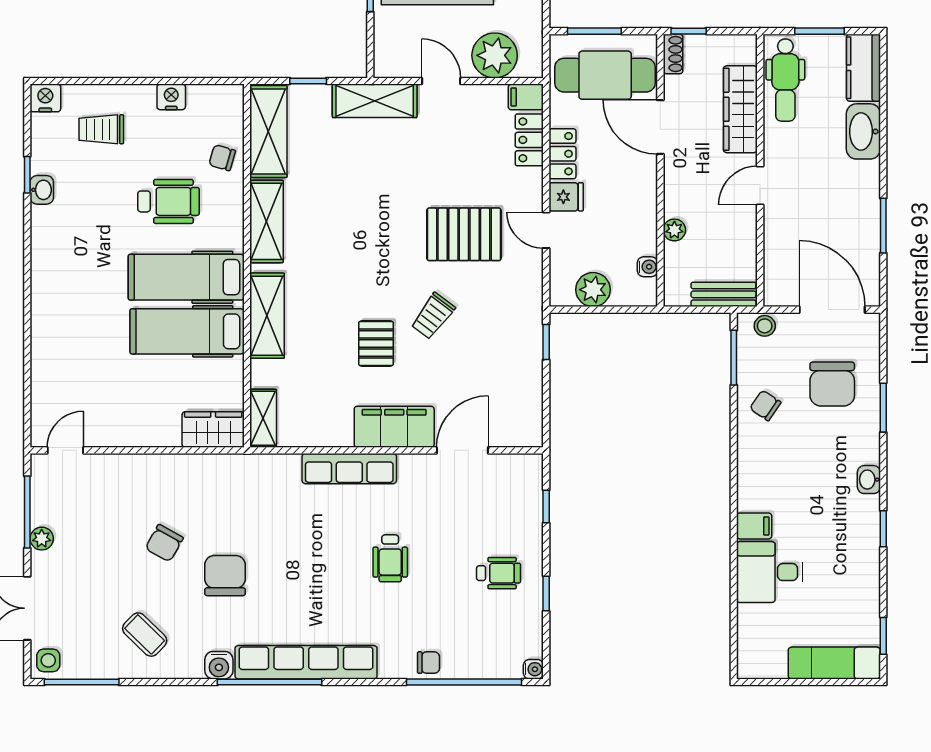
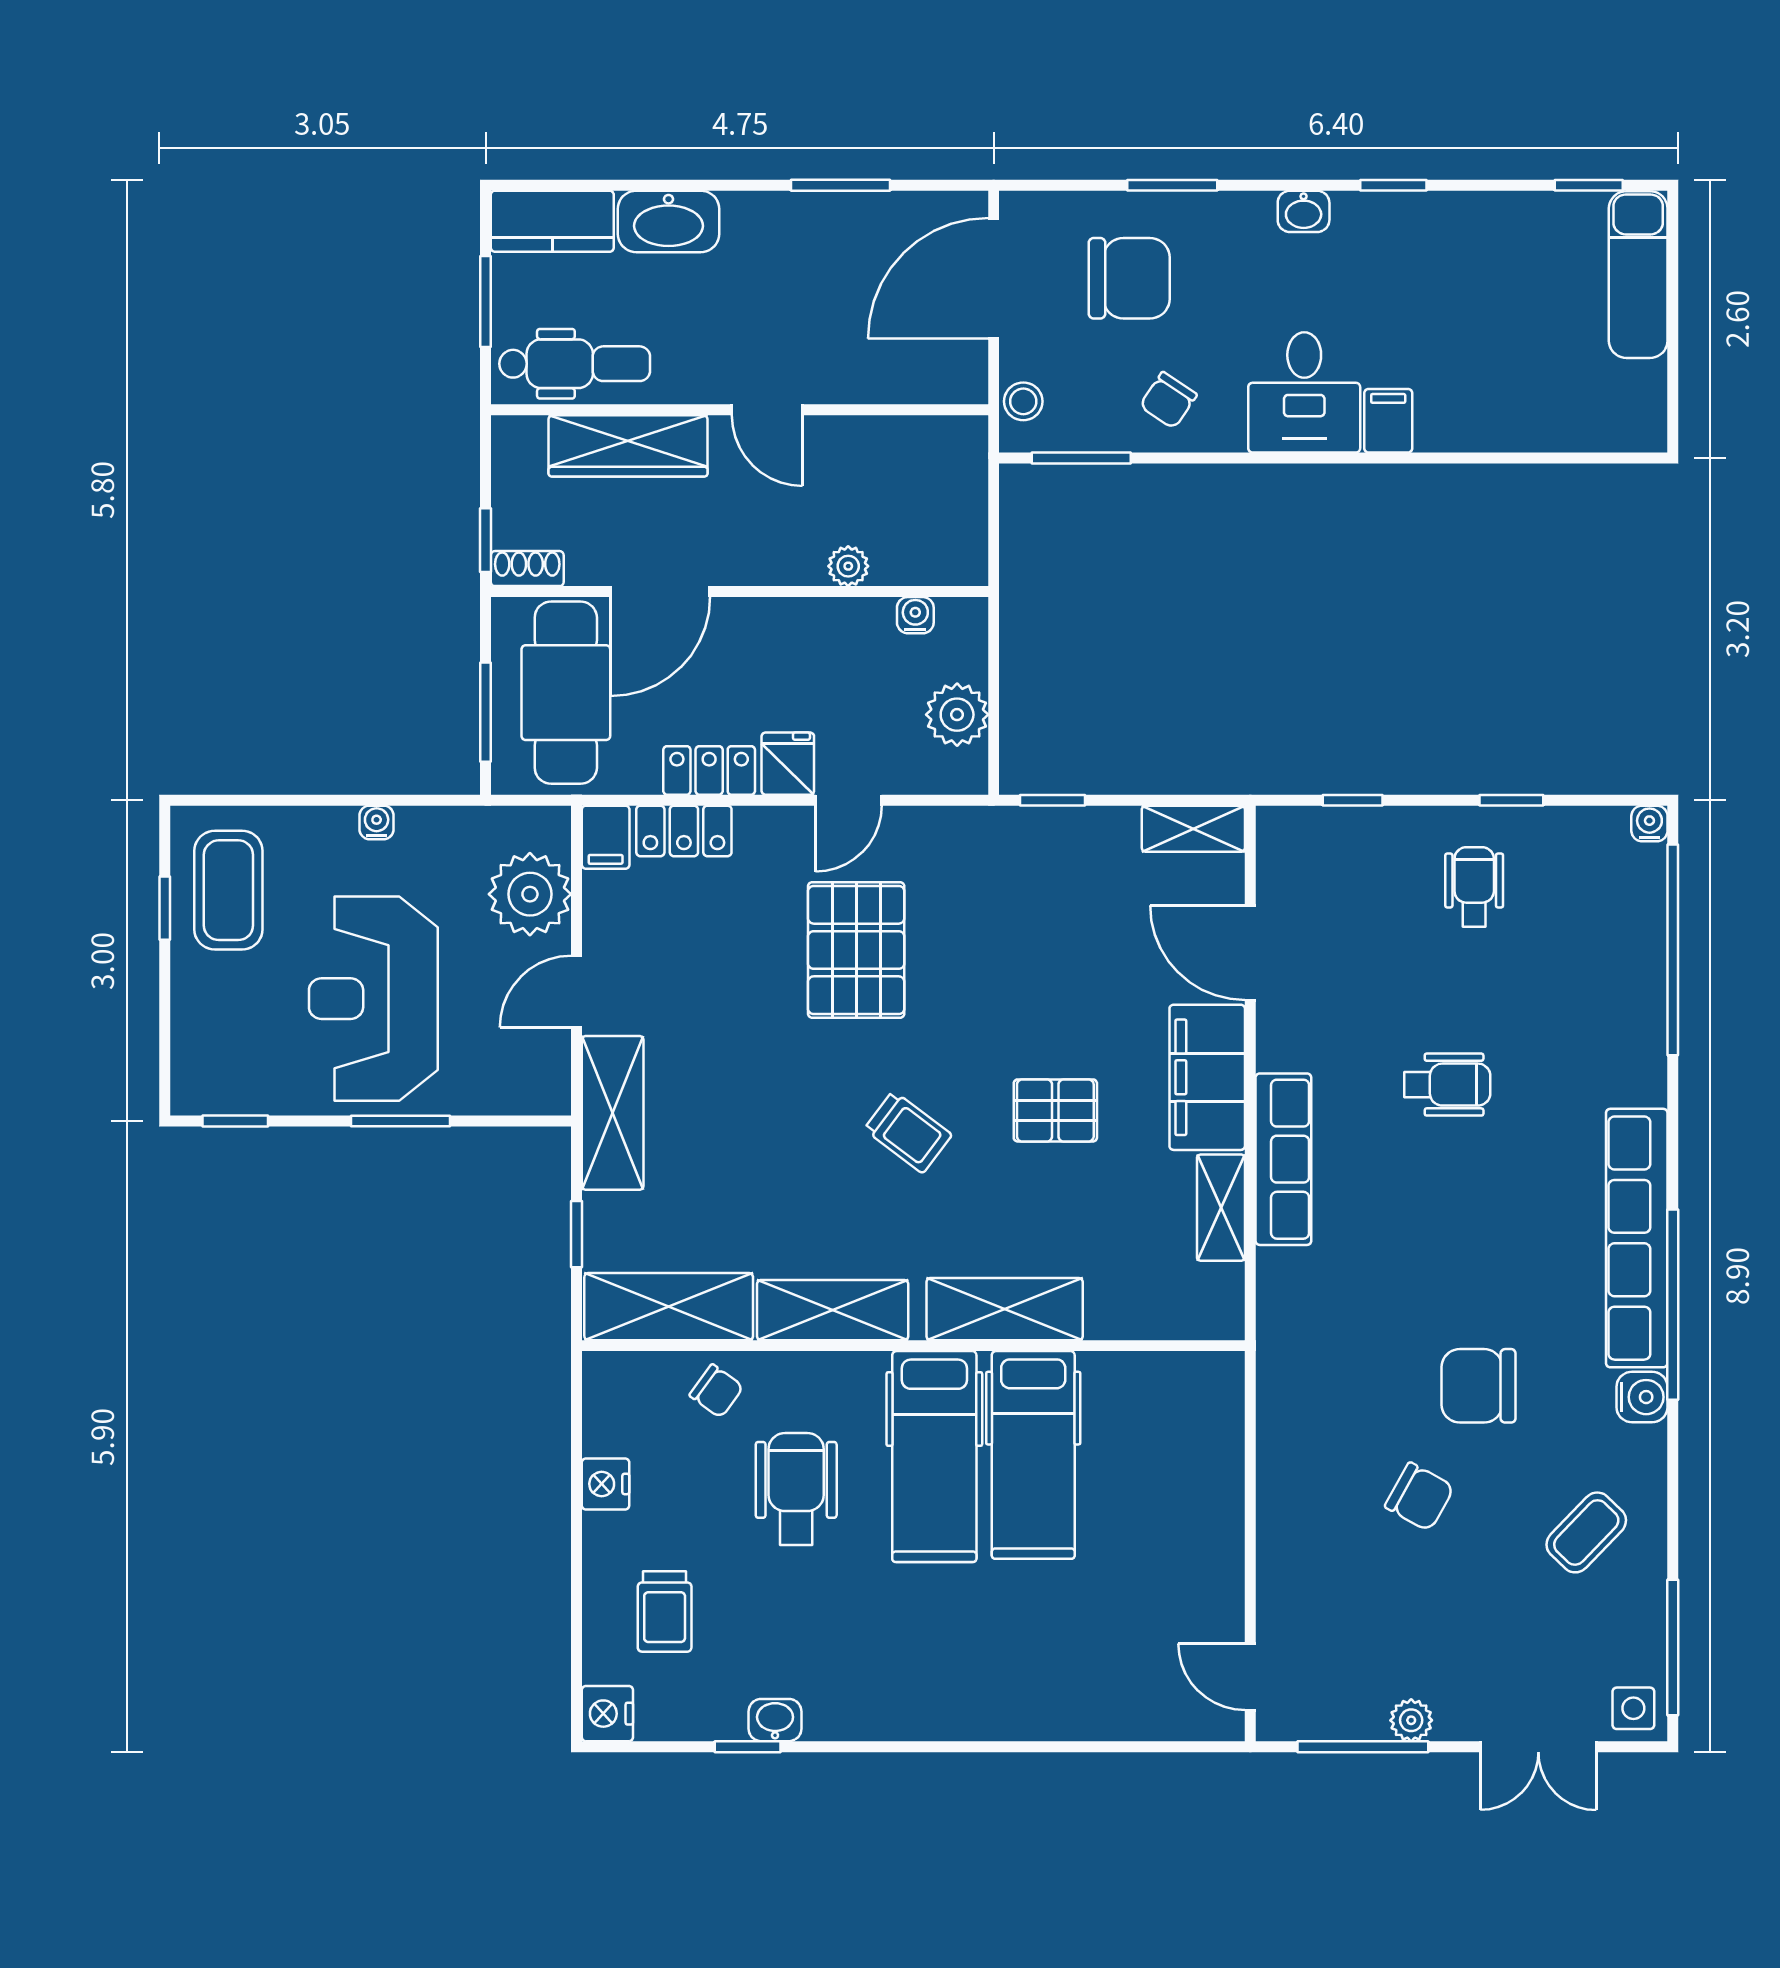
chair: (222, 158) -> (716, 1391), turned -70
bench: (724, 294) -> (966, 476), removed
trolley: (433, 316) -> (908, 1132), moved
shelving: (263, 418) -> (1221, 1208), moved, turned 90
shelving: (530, 419) -> (1193, 829), added
wardrobe: (213, 430) -> (1212, 1407), removed
desk: (770, 572) -> (1304, 392), moved
chair: (428, 663) -> (1637, 1015), removed

